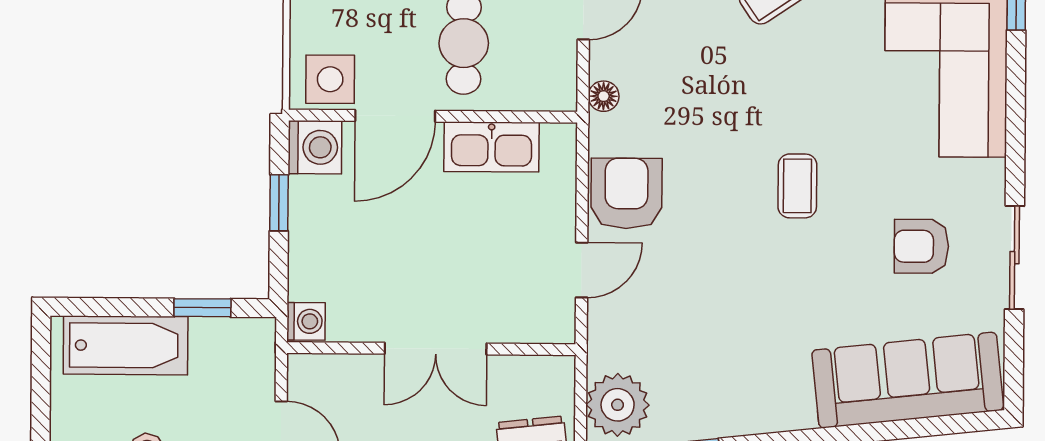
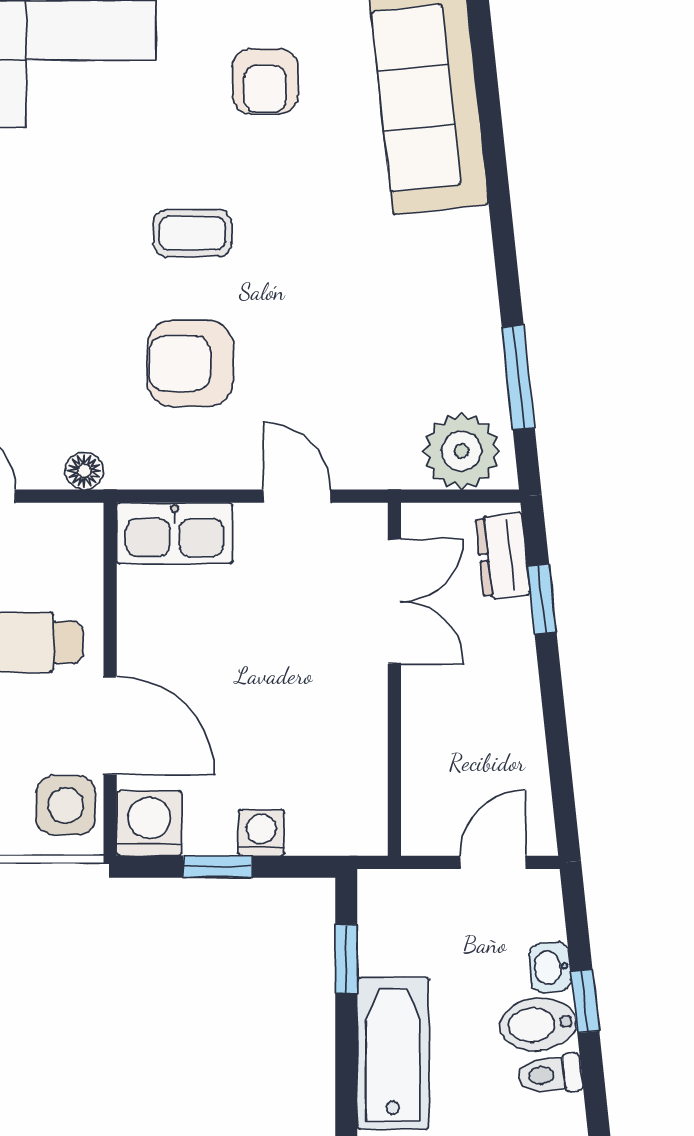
kitchen sink: (492, 147) -> (175, 533), moved, turned 90
armchair: (626, 193) -> (190, 363), moved
washing machine: (306, 321) -> (261, 833), moved
double door: (436, 349) -> (394, 602), moved

